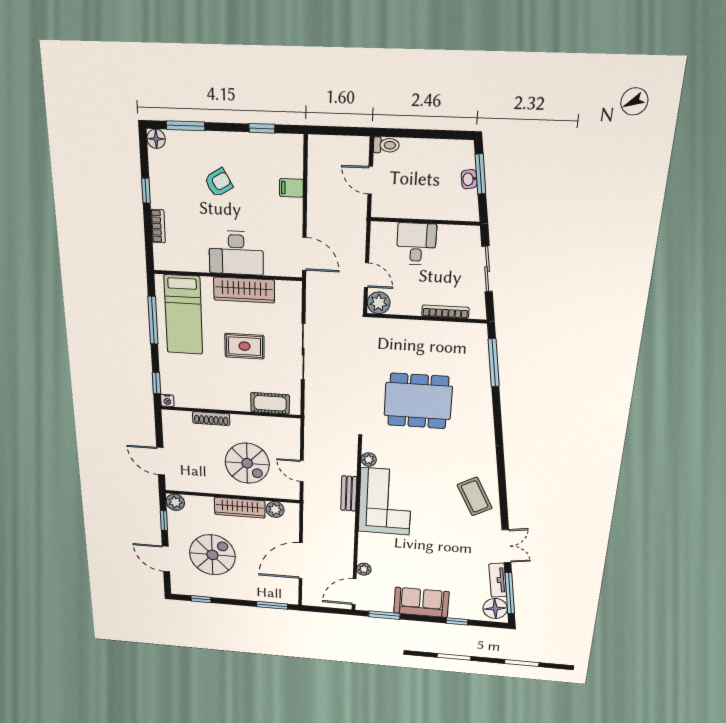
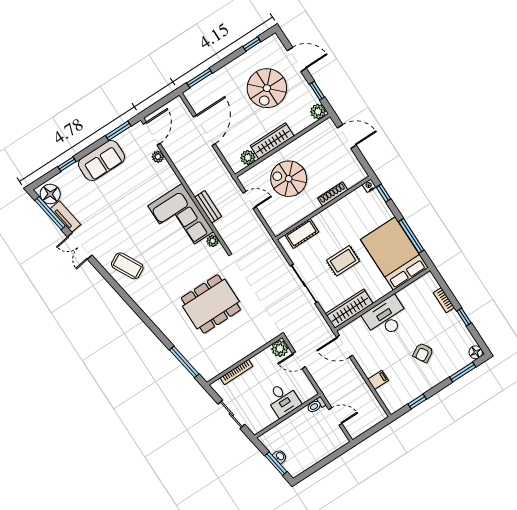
toilet: (386, 145) -> (316, 405), moved
wardrobe: (244, 290) -> (349, 309), moved
bed: (183, 315) -> (394, 254), width x1.50

